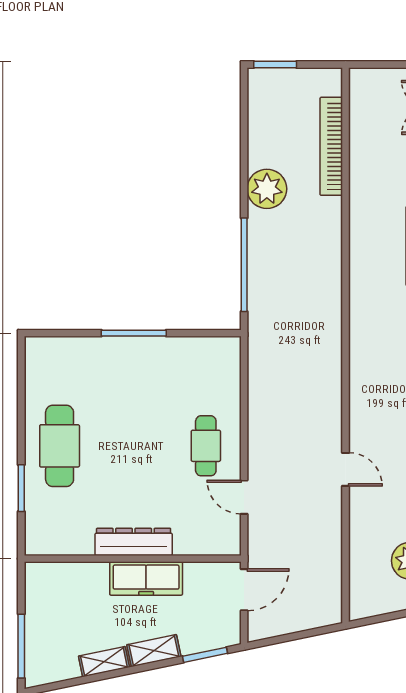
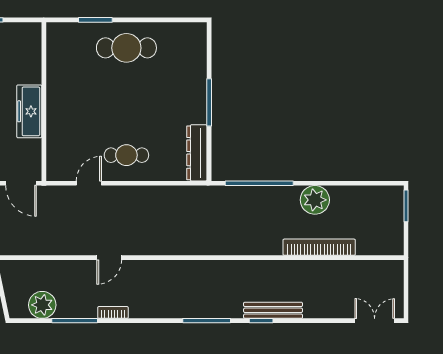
bookcase: (331, 146) -> (319, 247), moved
dresser: (134, 542) -> (197, 153), moved, turned 180

